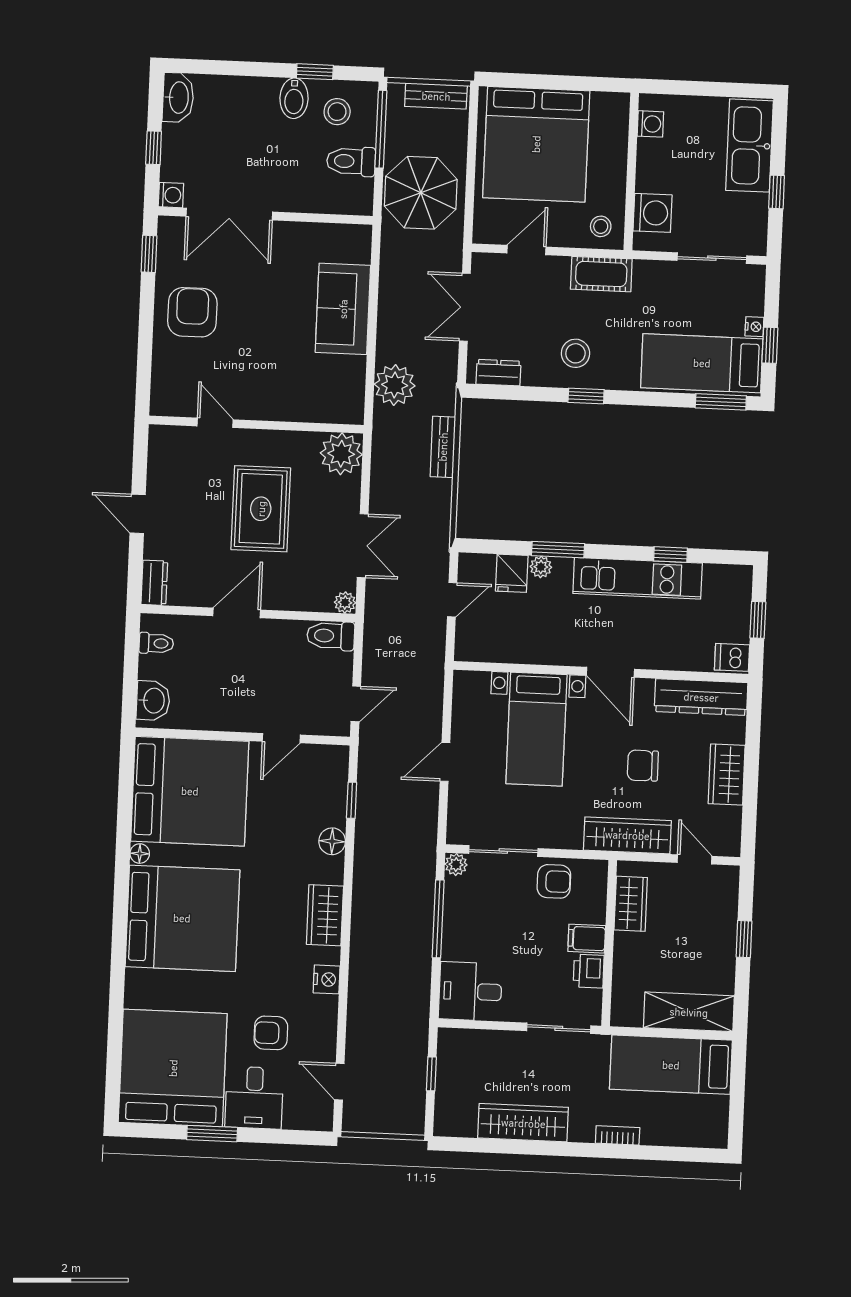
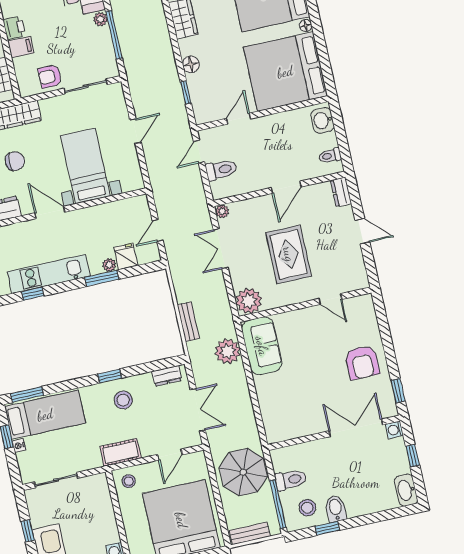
washing machine: (653, 213) -> (99, 498), removed
sofa: (343, 309) -> (262, 346), moved
toilet: (331, 636) -> (221, 170), moved
plant: (456, 864) -> (100, 19), moved

